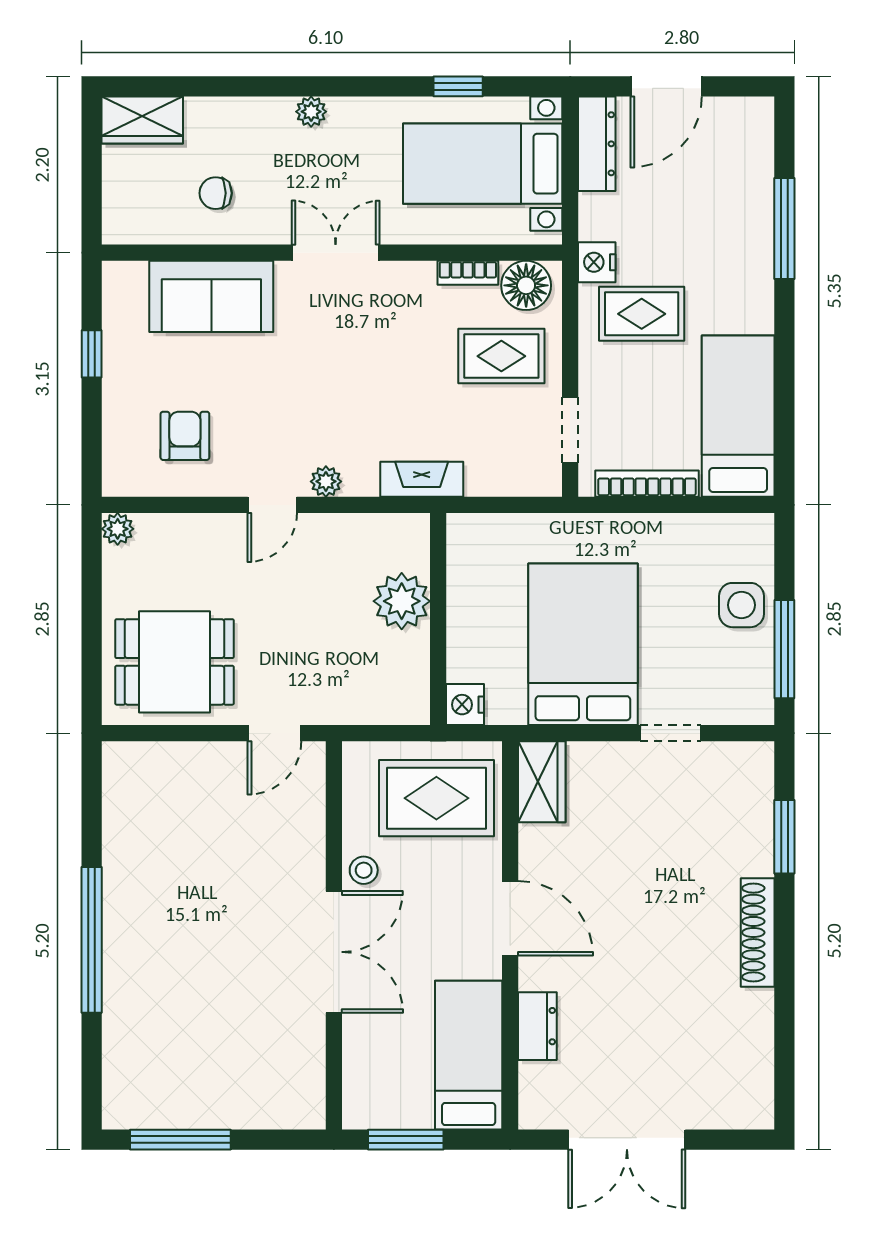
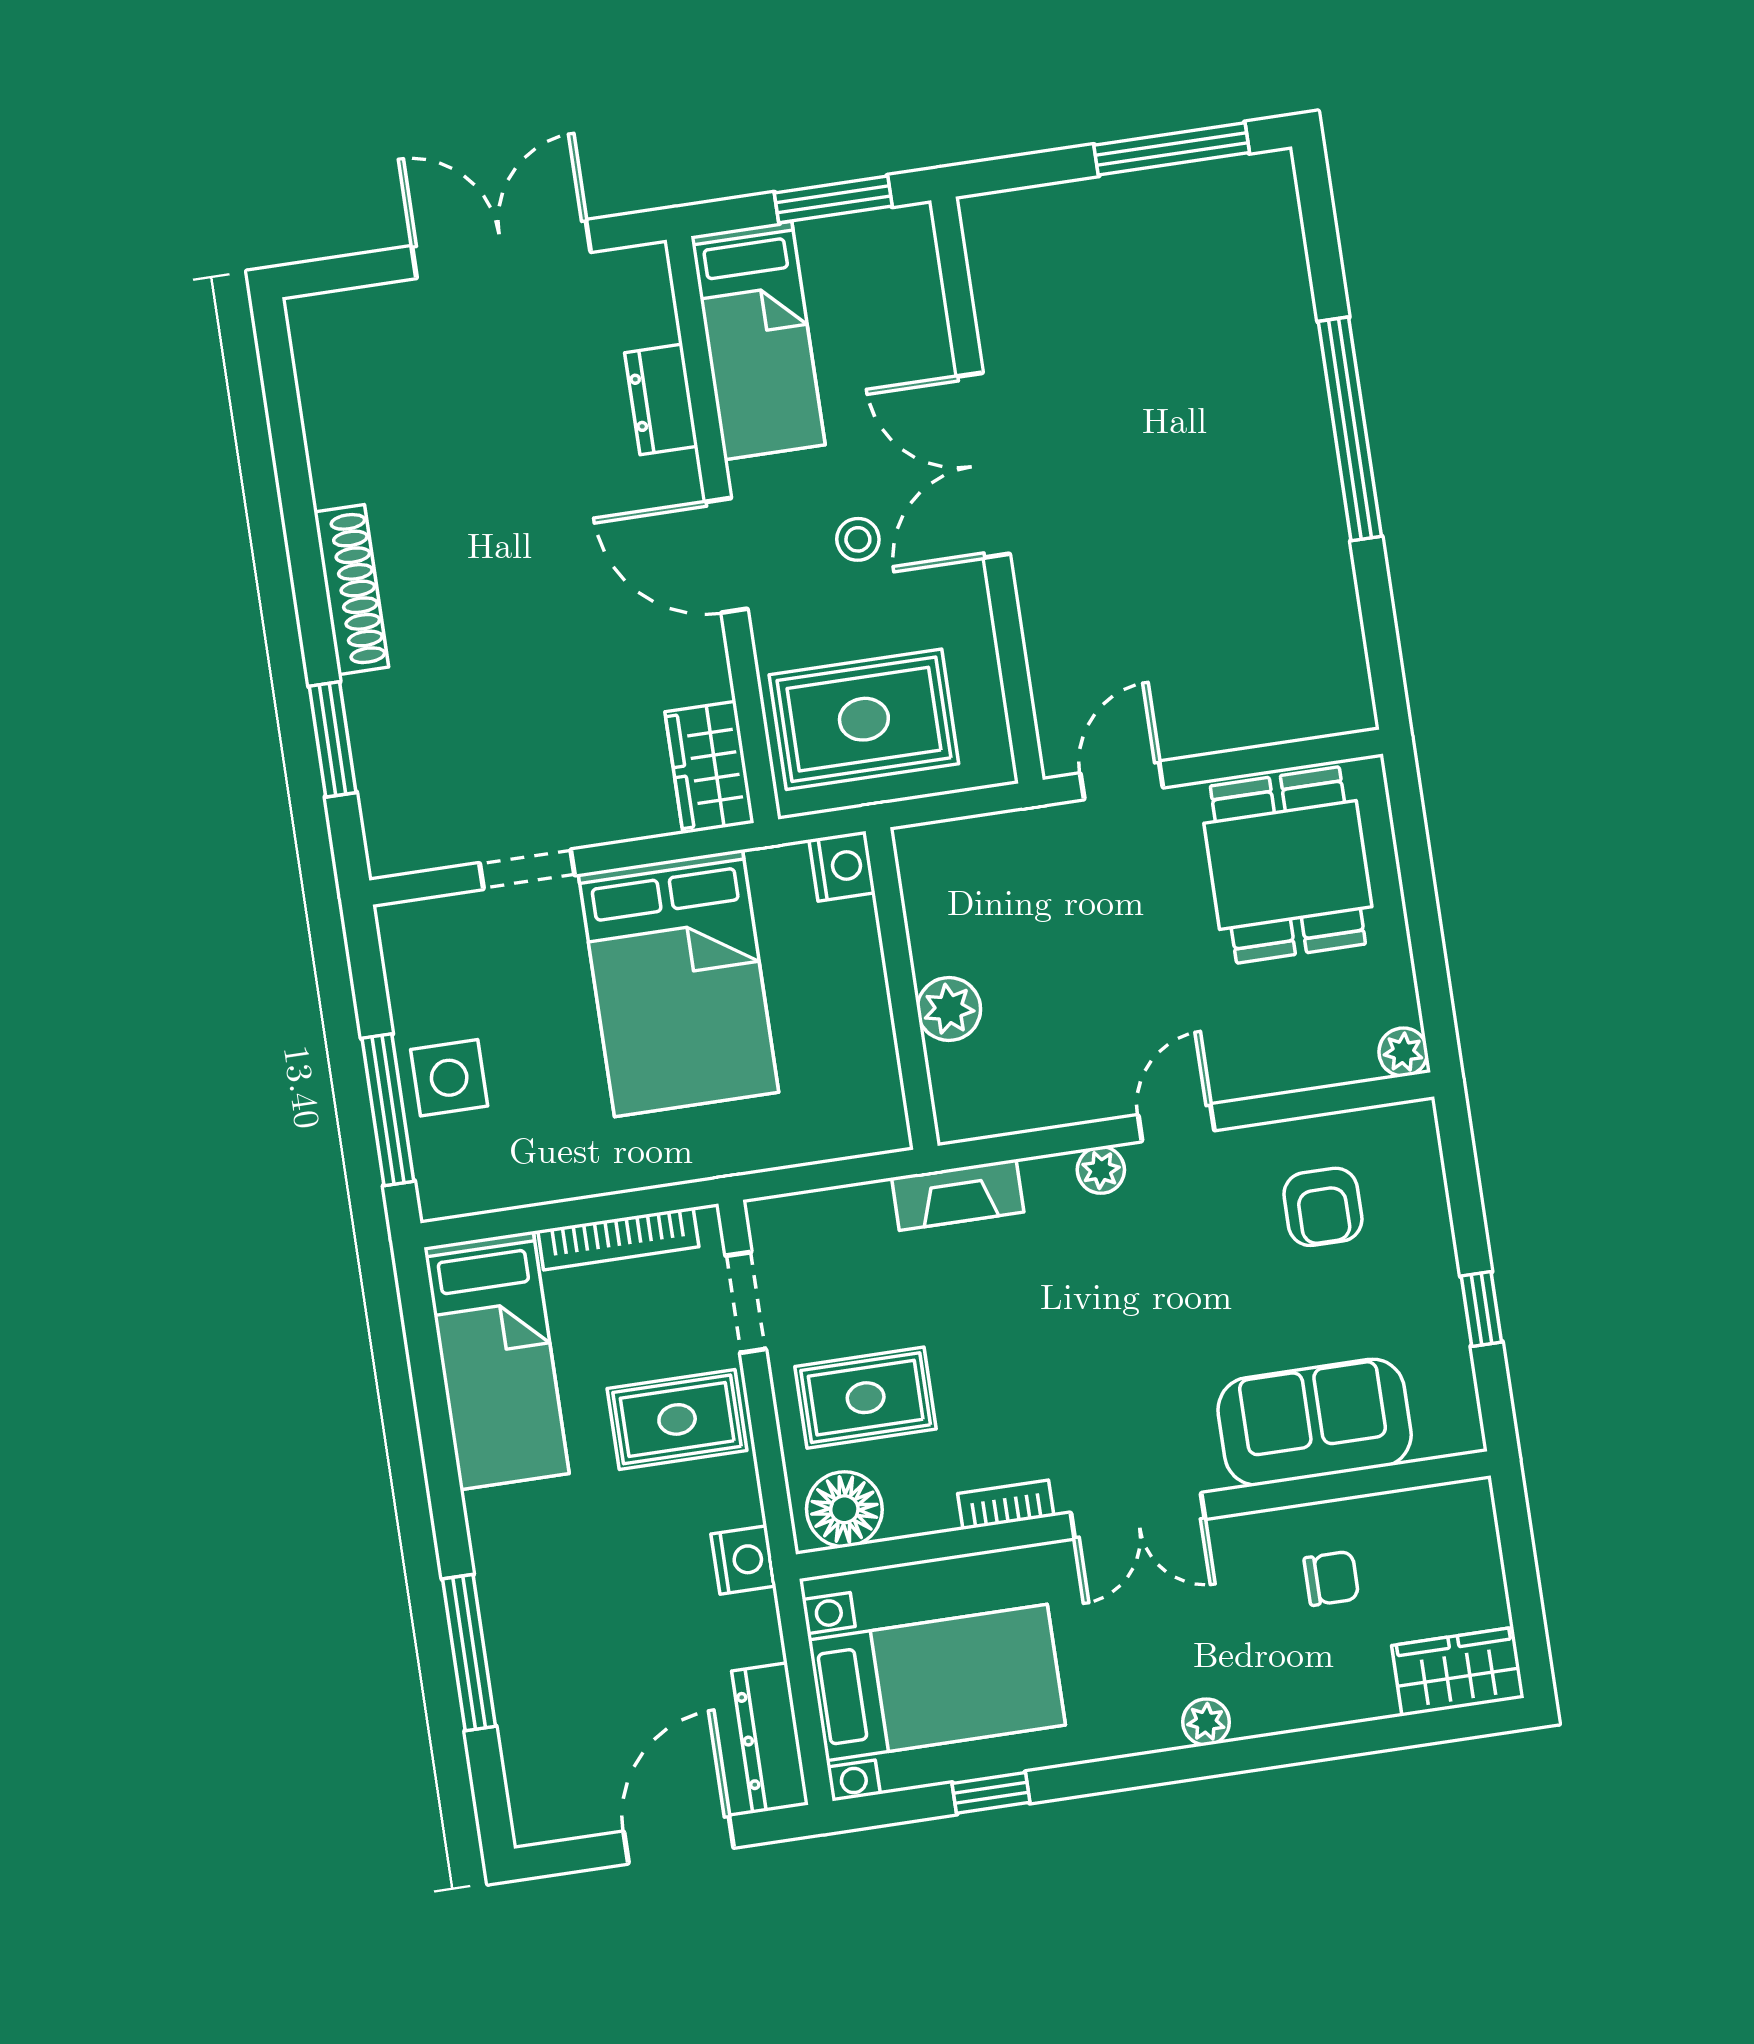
bookcase: (468, 273) -> (1006, 1505), moved
rug: (642, 314) -> (677, 1419), moved
plant: (402, 601) -> (949, 1009), width x0.73, depth x0.73
window: (784, 649) -> (388, 1110), moved
dining table: (174, 662) -> (1288, 865), turned 90
stool: (364, 870) -> (858, 539), moved

